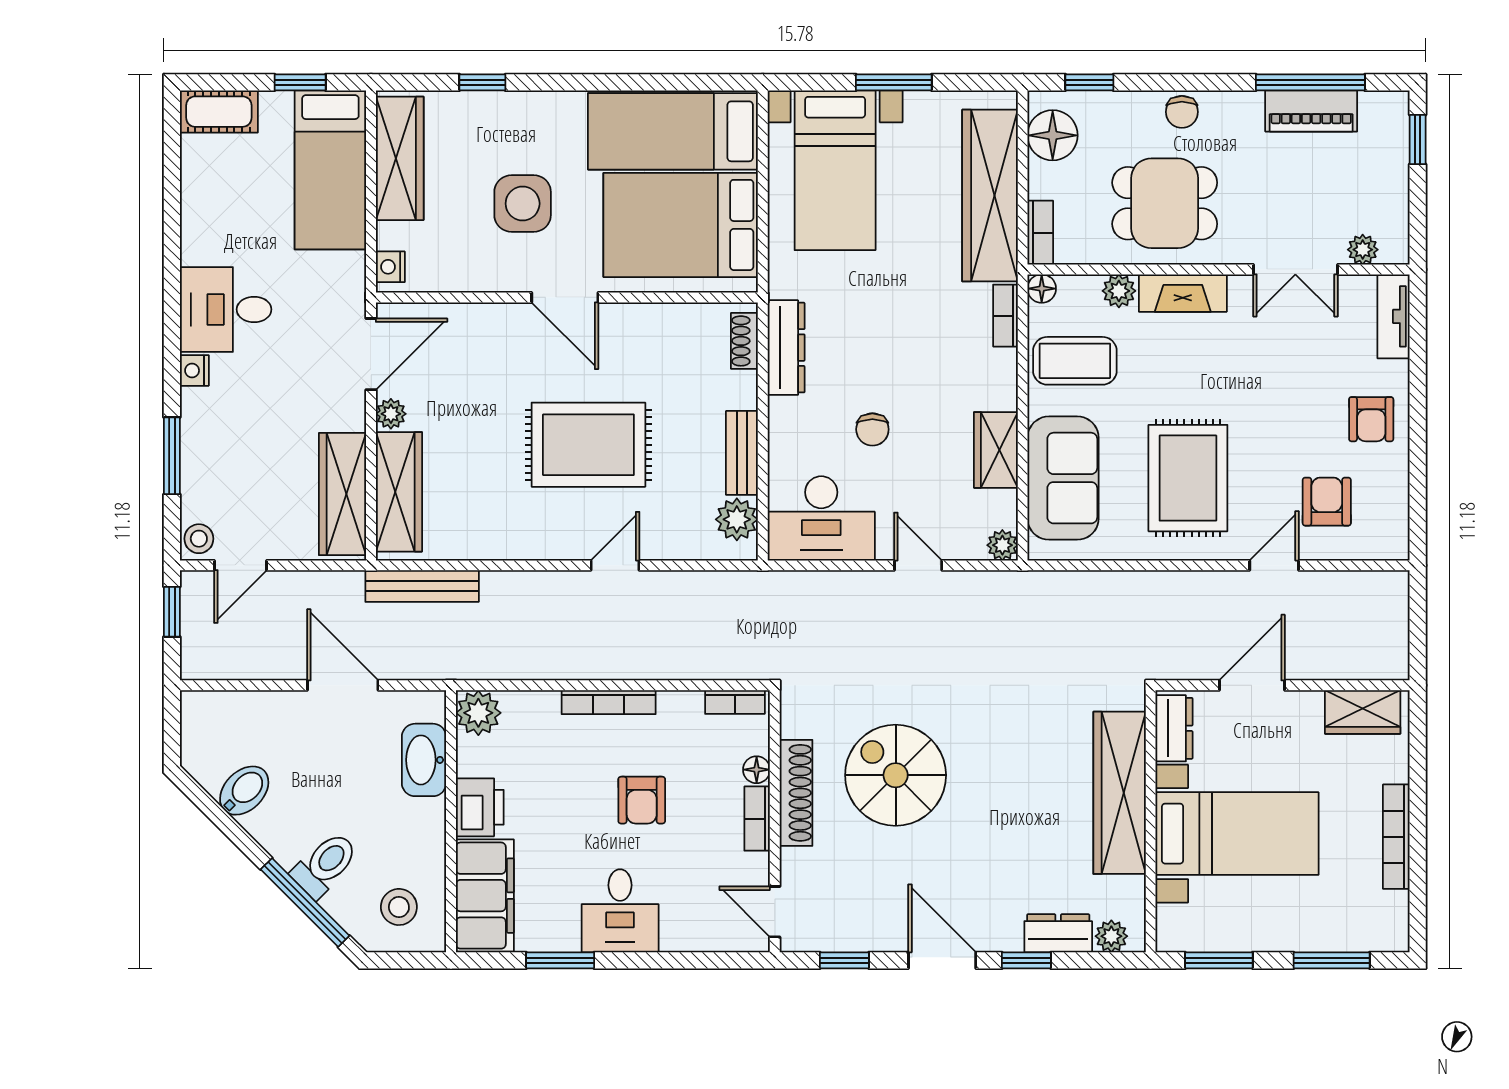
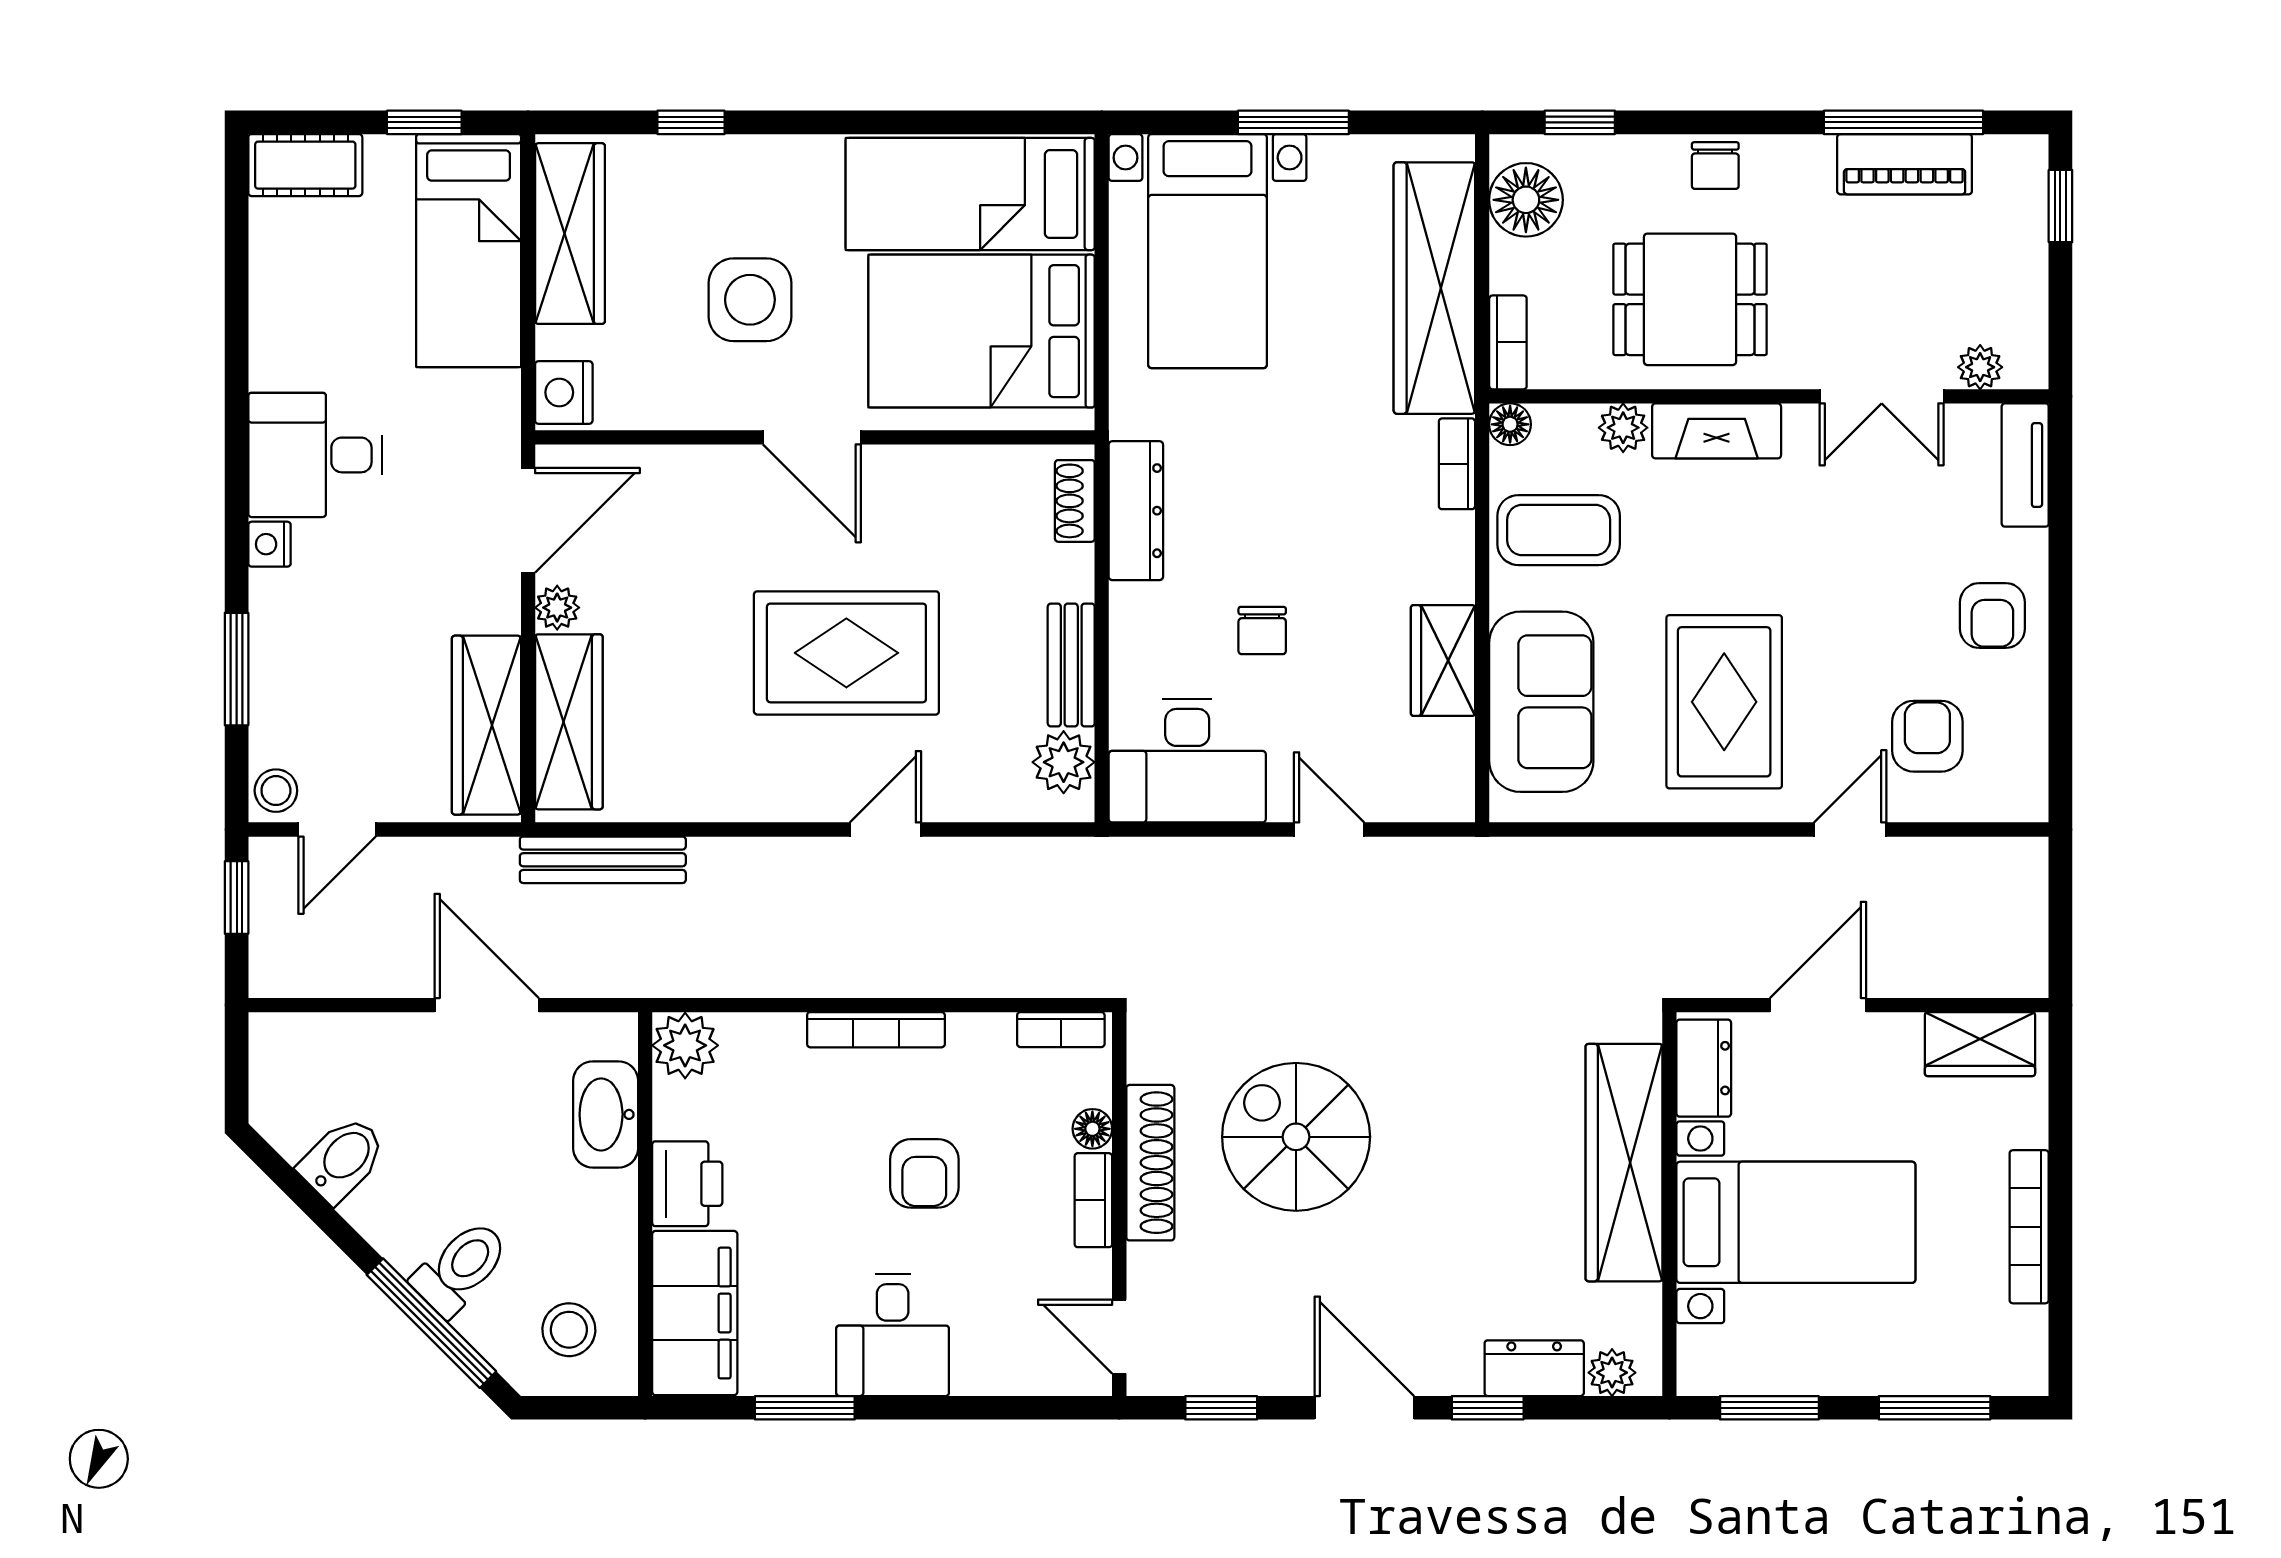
nightstand: (390, 267) -> (564, 392), width x1.39, depth x1.35
plant: (1002, 545) -> (1453, 800), removed

